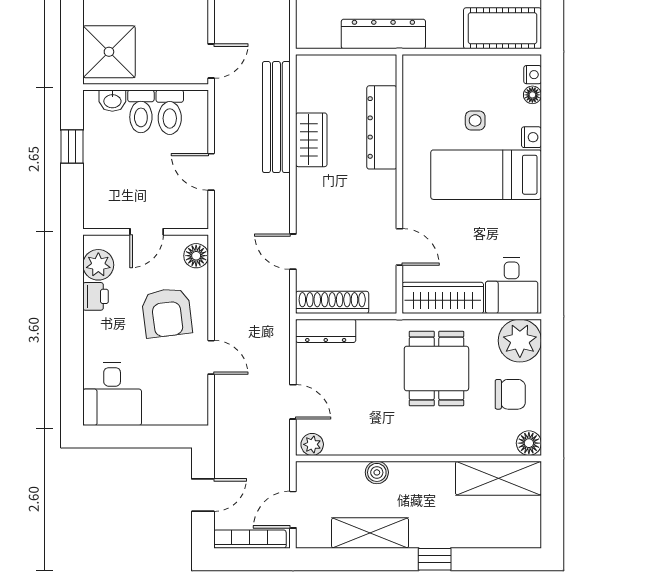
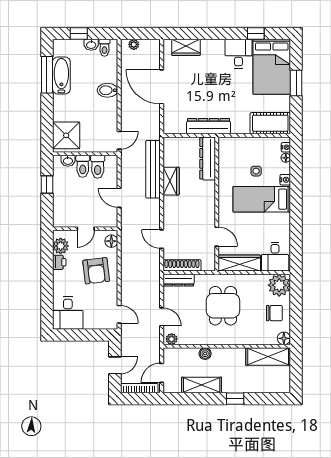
dresser: (382, 127) -> (208, 158), moved
door: (211, 357) -> (119, 314), moved
dining table: (436, 368) -> (223, 306), moved

